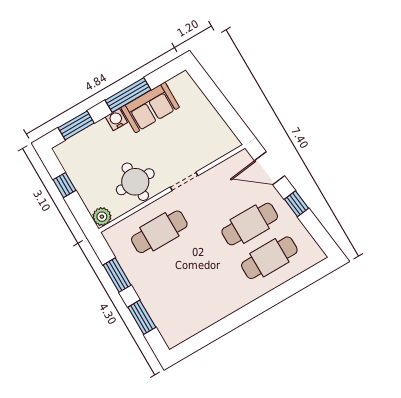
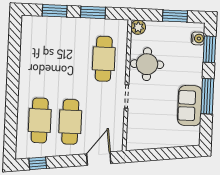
water cooler: (116, 120) -> (198, 38), moved
window: (64, 185) -> (175, 16), width x1.50
window: (296, 204) -> (38, 163), moved

